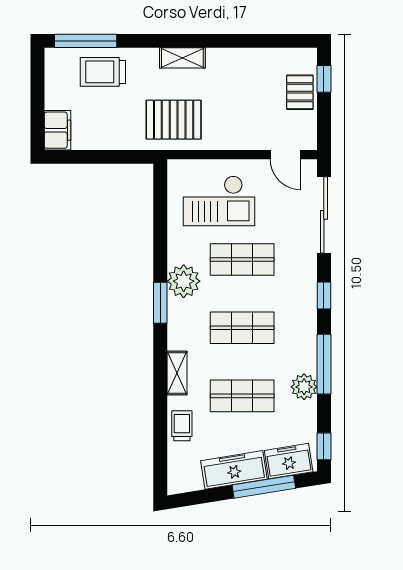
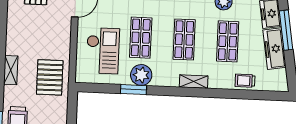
plant: (184, 281) -> (141, 75), moved
window: (160, 303) -> (133, 90), moved
shelving: (177, 373) -> (194, 82), moved

